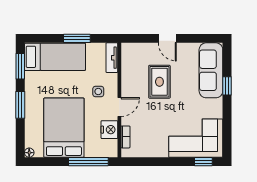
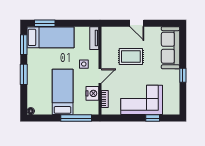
window: (77, 38) -> (45, 23), moved
rug: (159, 82) -> (131, 57), turned 90
window: (227, 86) -> (183, 75), moved
bed: (64, 128) -> (63, 92), width x0.67
corner sofa: (196, 138) -> (142, 100), moved
window: (203, 162) -> (153, 118), moved

